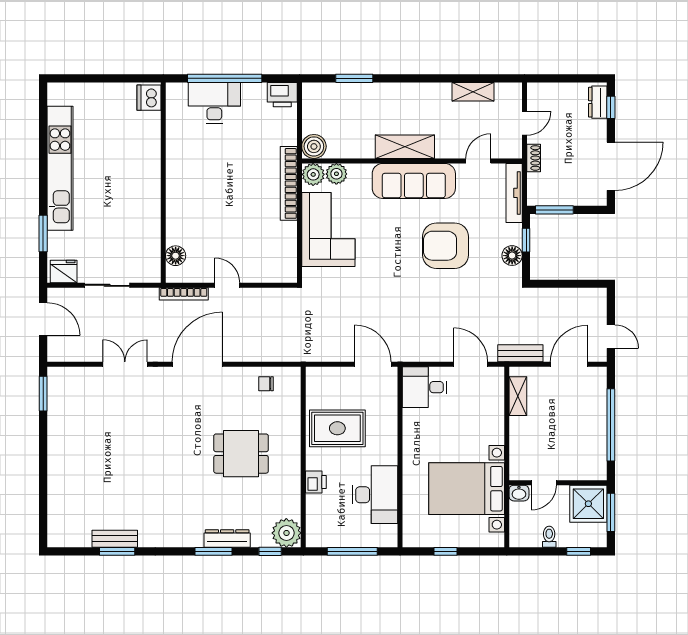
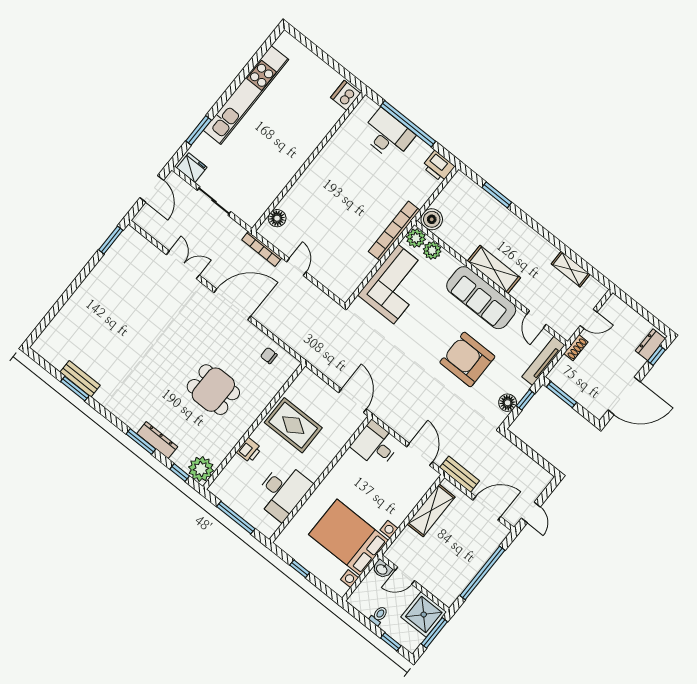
door: (478, 161) -> (536, 319), swing flipped
shelving: (518, 396) -> (431, 510), width x1.50, depth x1.33

